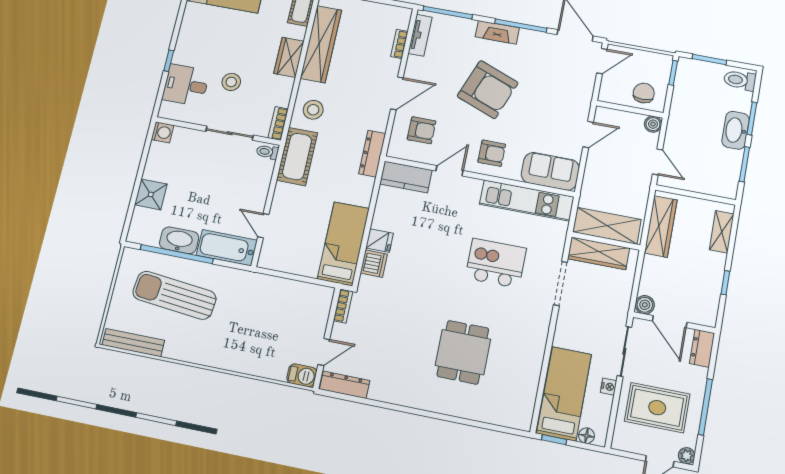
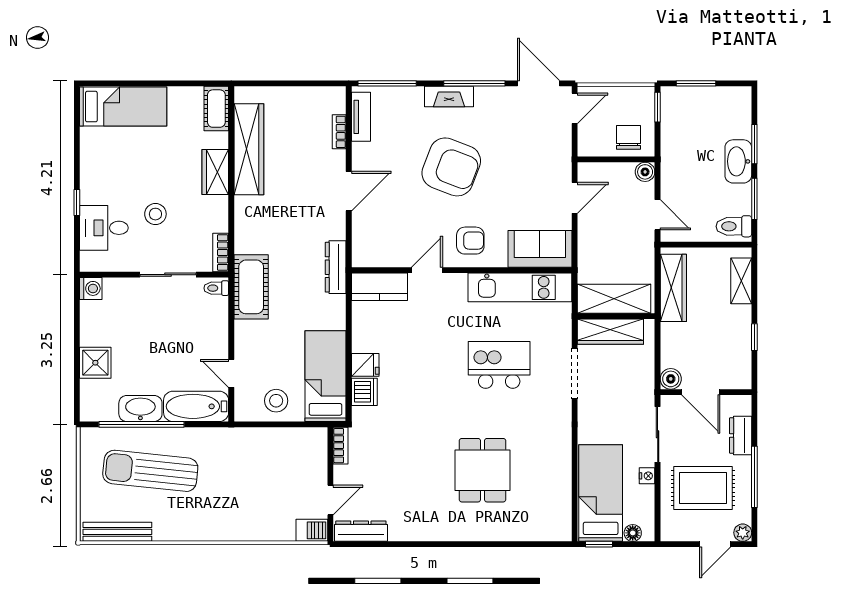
toilet: (740, 80) -> (734, 226), moved
stool: (313, 110) -> (276, 401), moved
armchair: (422, 130) -> (386, 229), removed
dresser: (702, 348) -> (741, 436), moved

